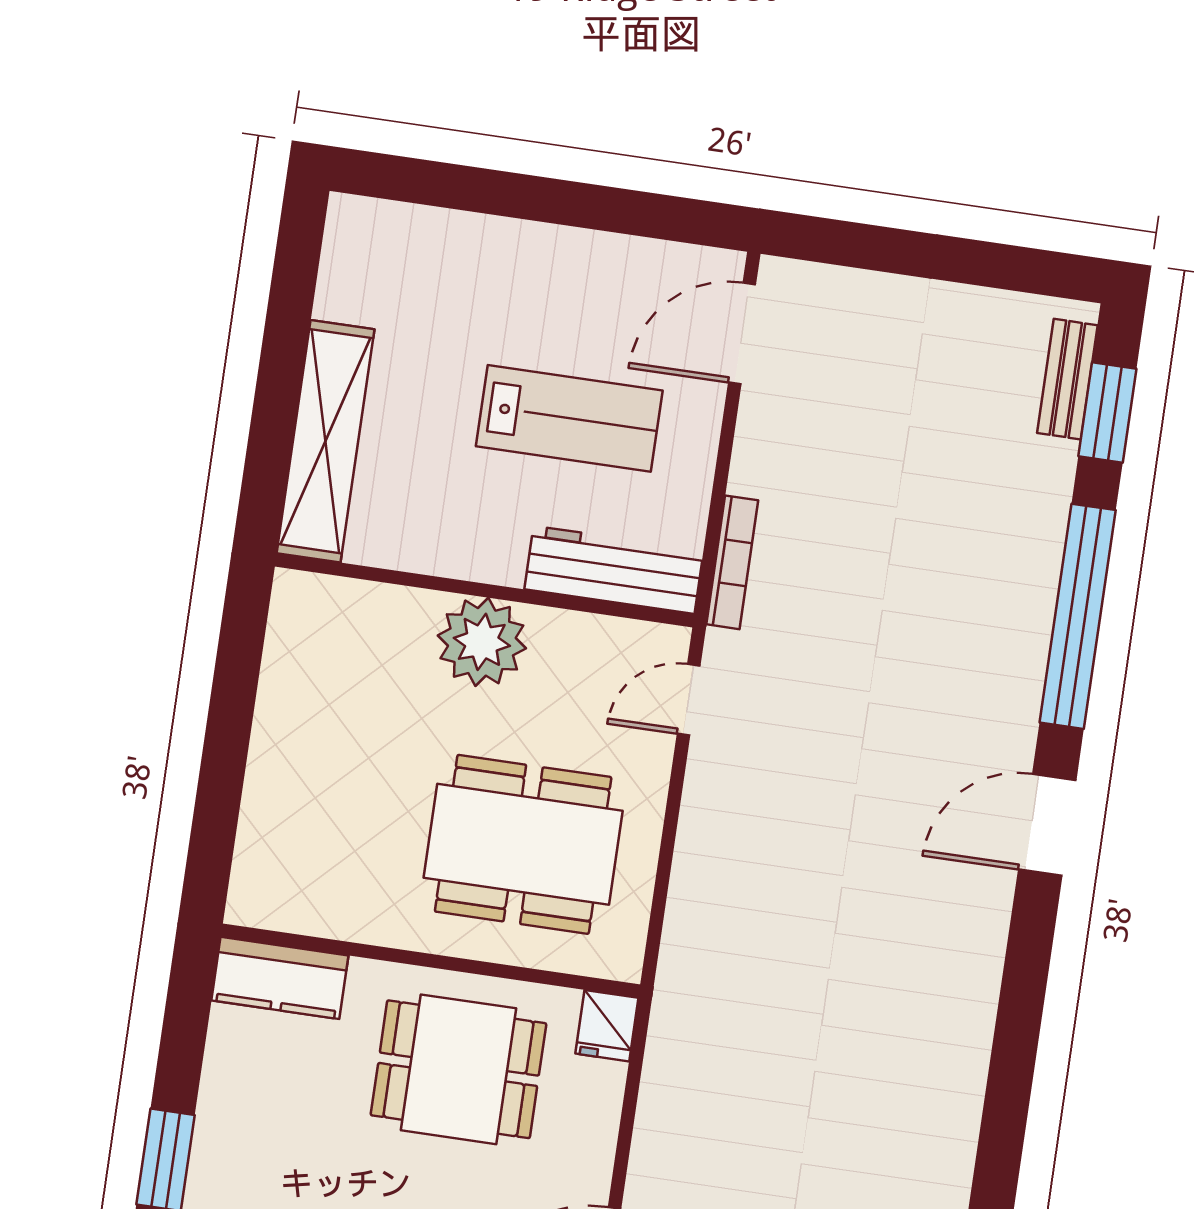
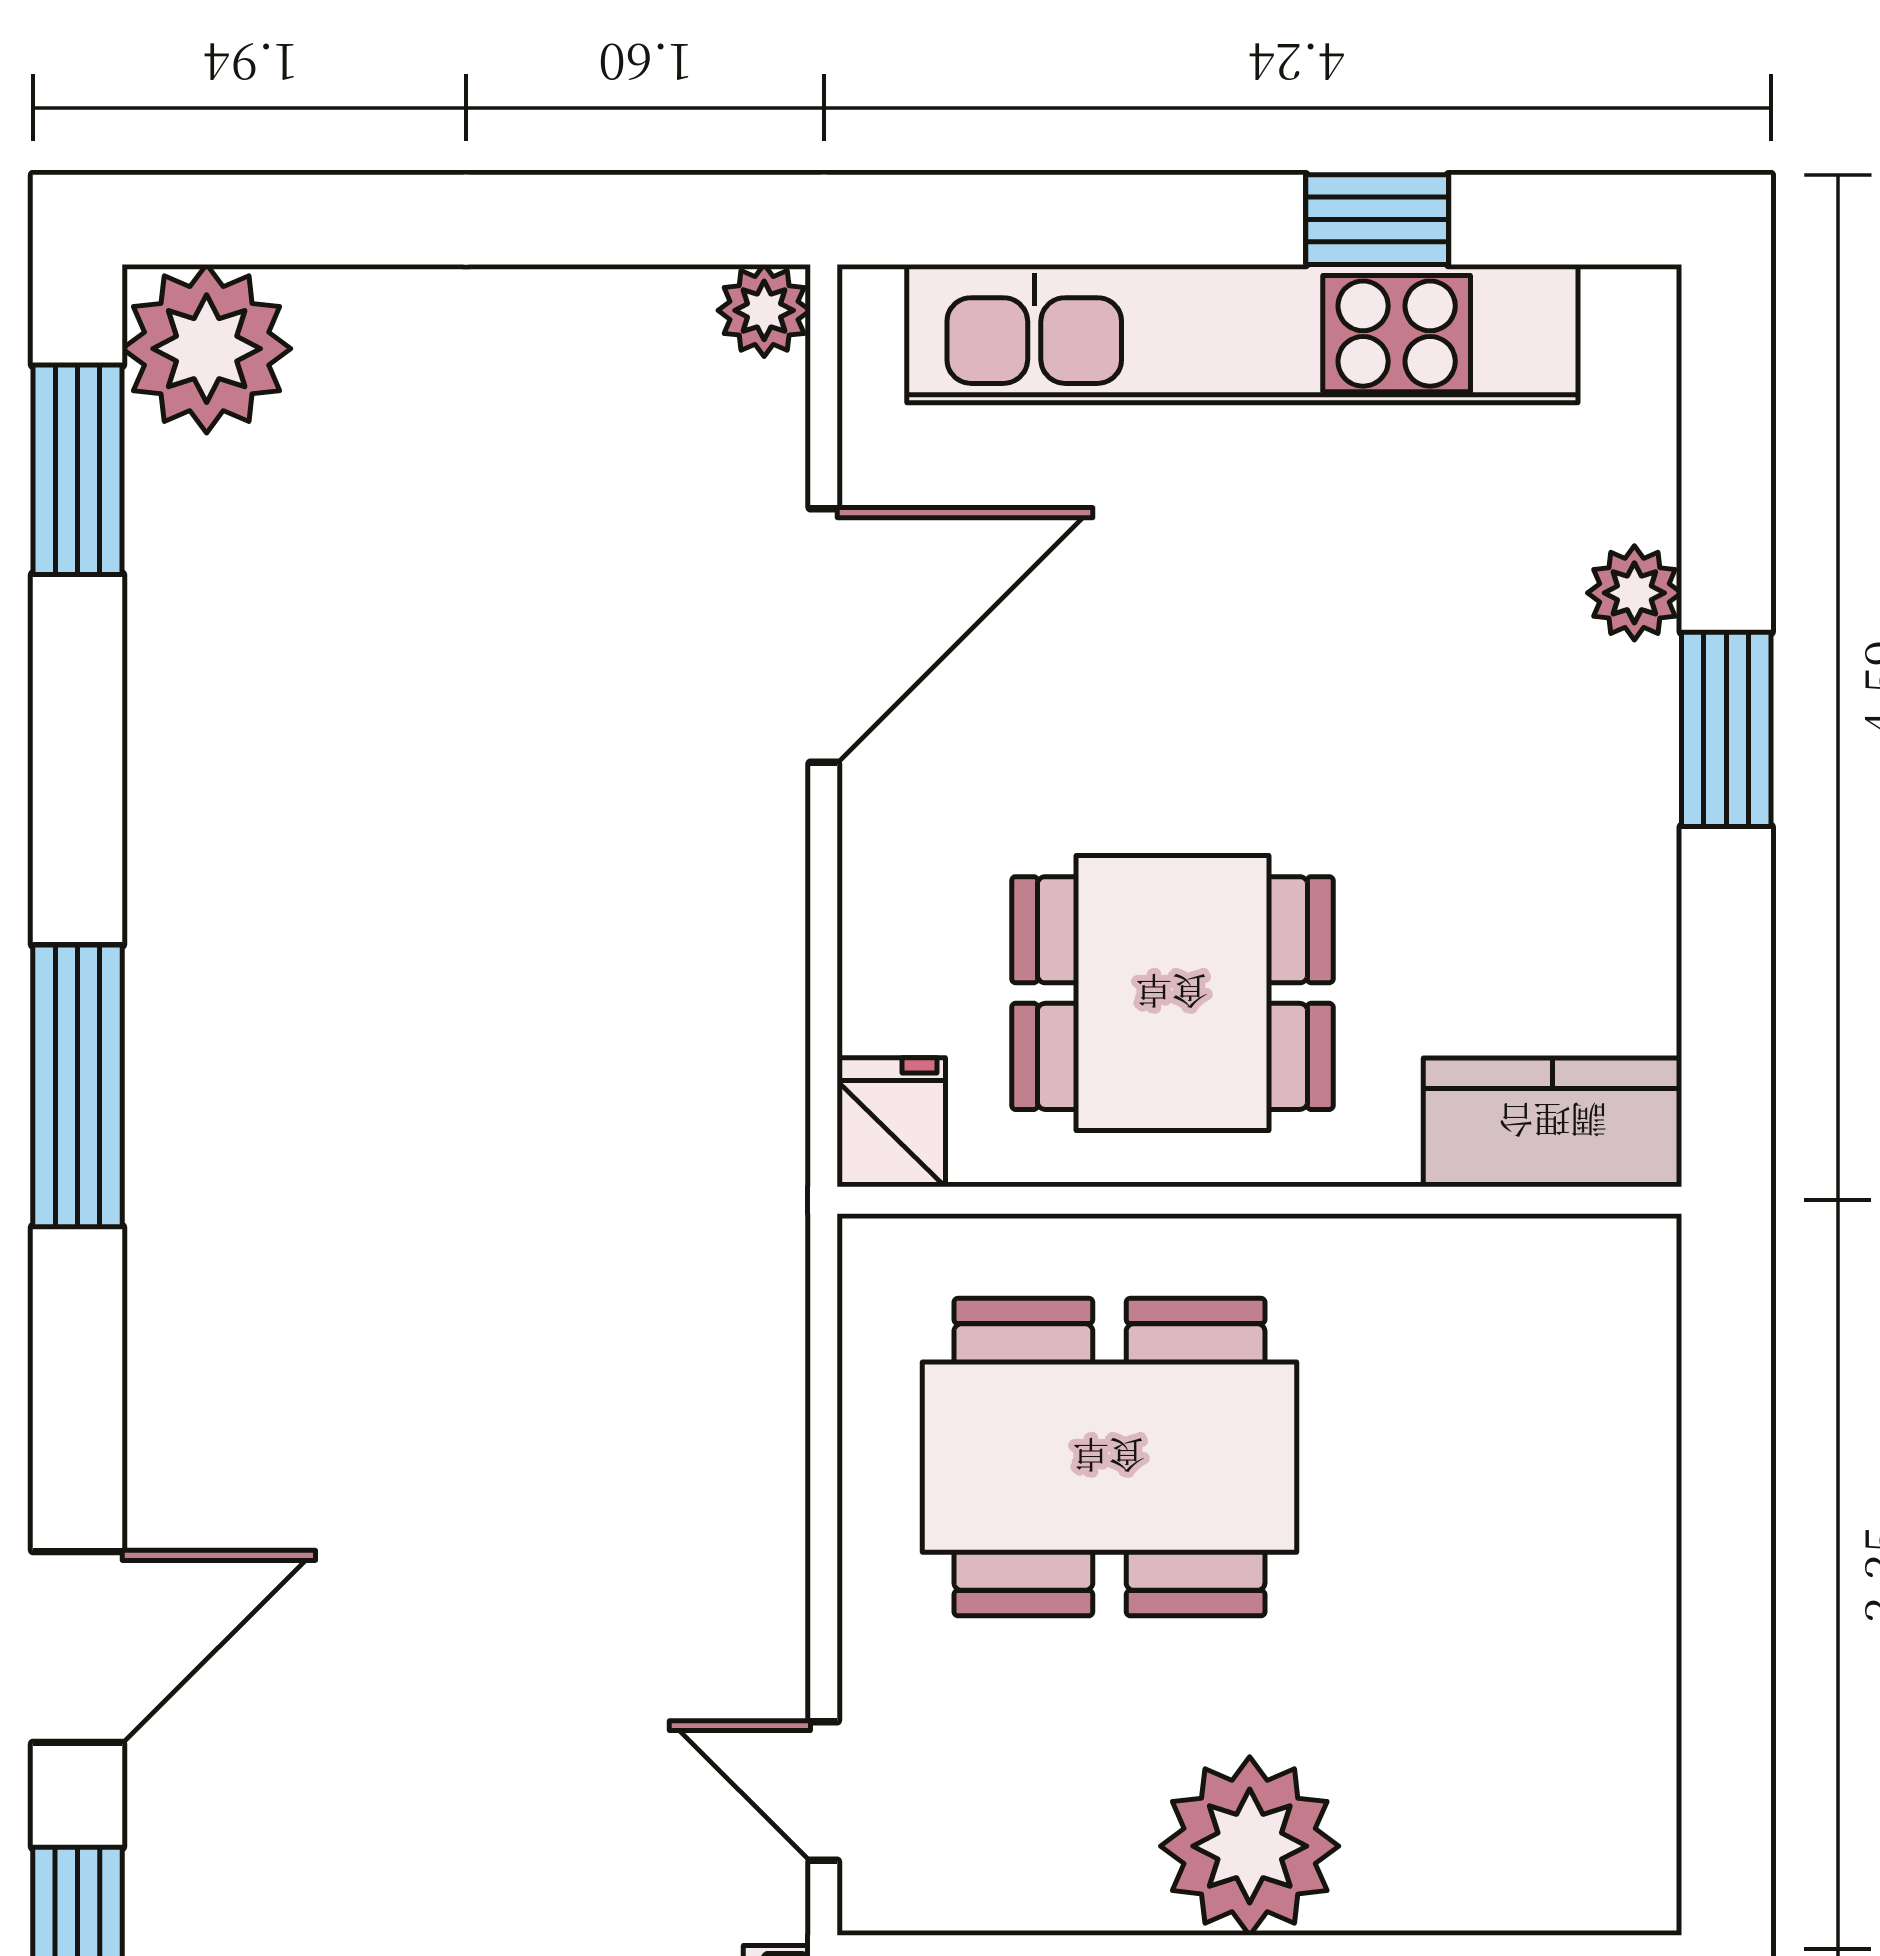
door: (689, 700) -> (824, 1791), swing flipped
window: (1007, 1102) -> (78, 1086), added

